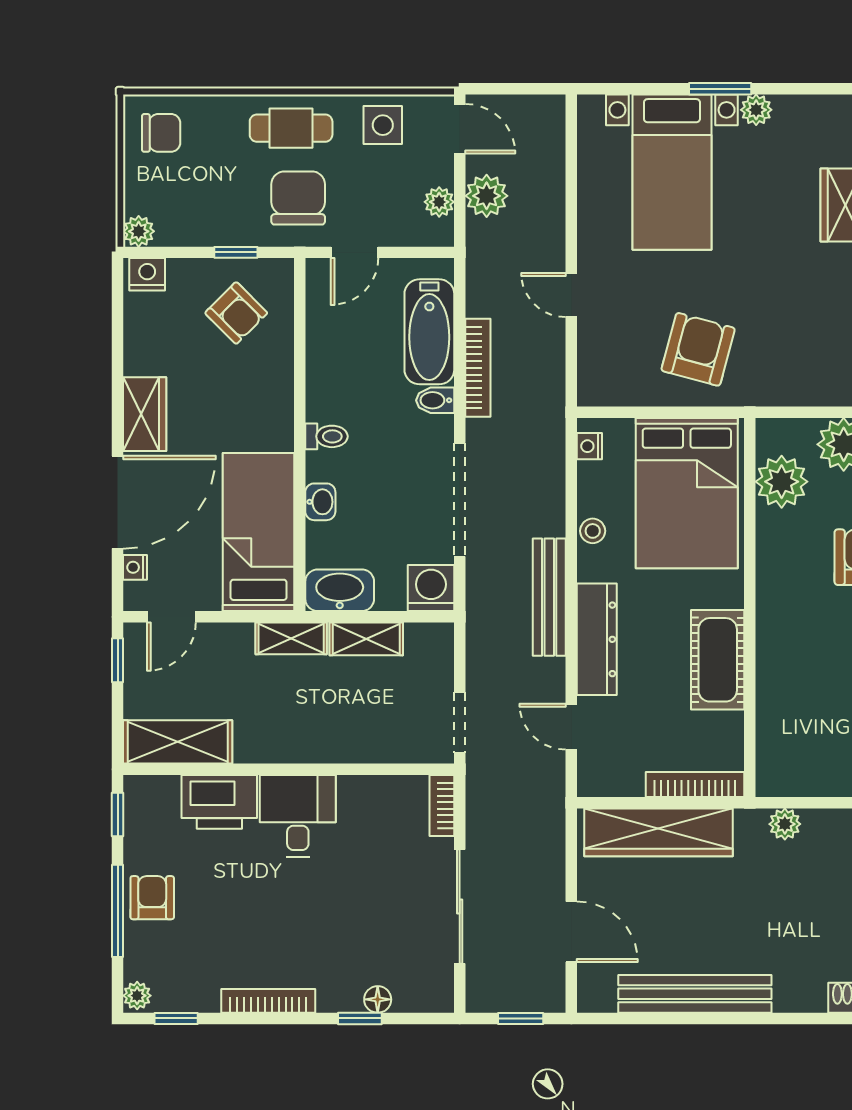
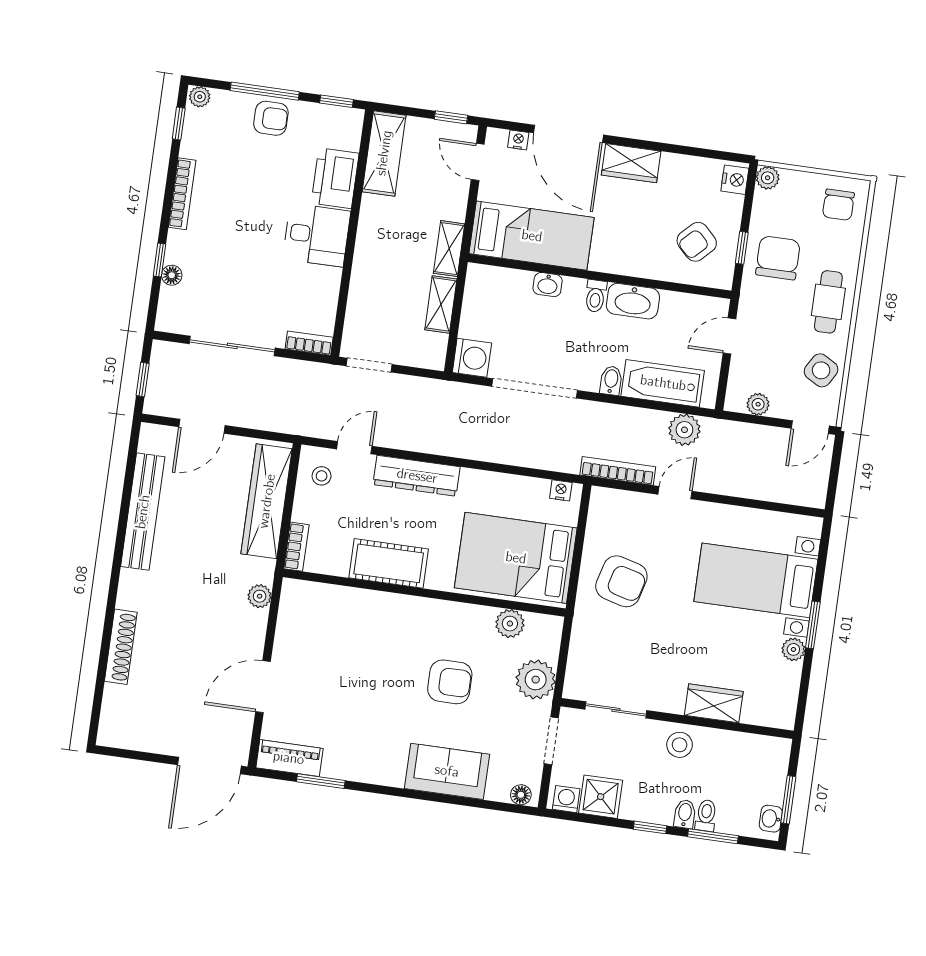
side table: (383, 125) -> (821, 370), turned 30
plant: (487, 196) -> (684, 430), moved
chair: (298, 198) -> (778, 258), moved, turned -90
door: (355, 252) -> (729, 336), hinge flipped
bookcase: (478, 368) -> (618, 471), moved, turned 180
plant: (782, 482) -> (510, 624), width x0.73, depth x0.73
stool: (593, 531) -> (322, 476), moved
washbasin: (340, 590) -> (633, 301), moved, turned 90
bench: (549, 597) -> (453, 445), removed
bookcase: (695, 785) -> (296, 547), width x0.64

